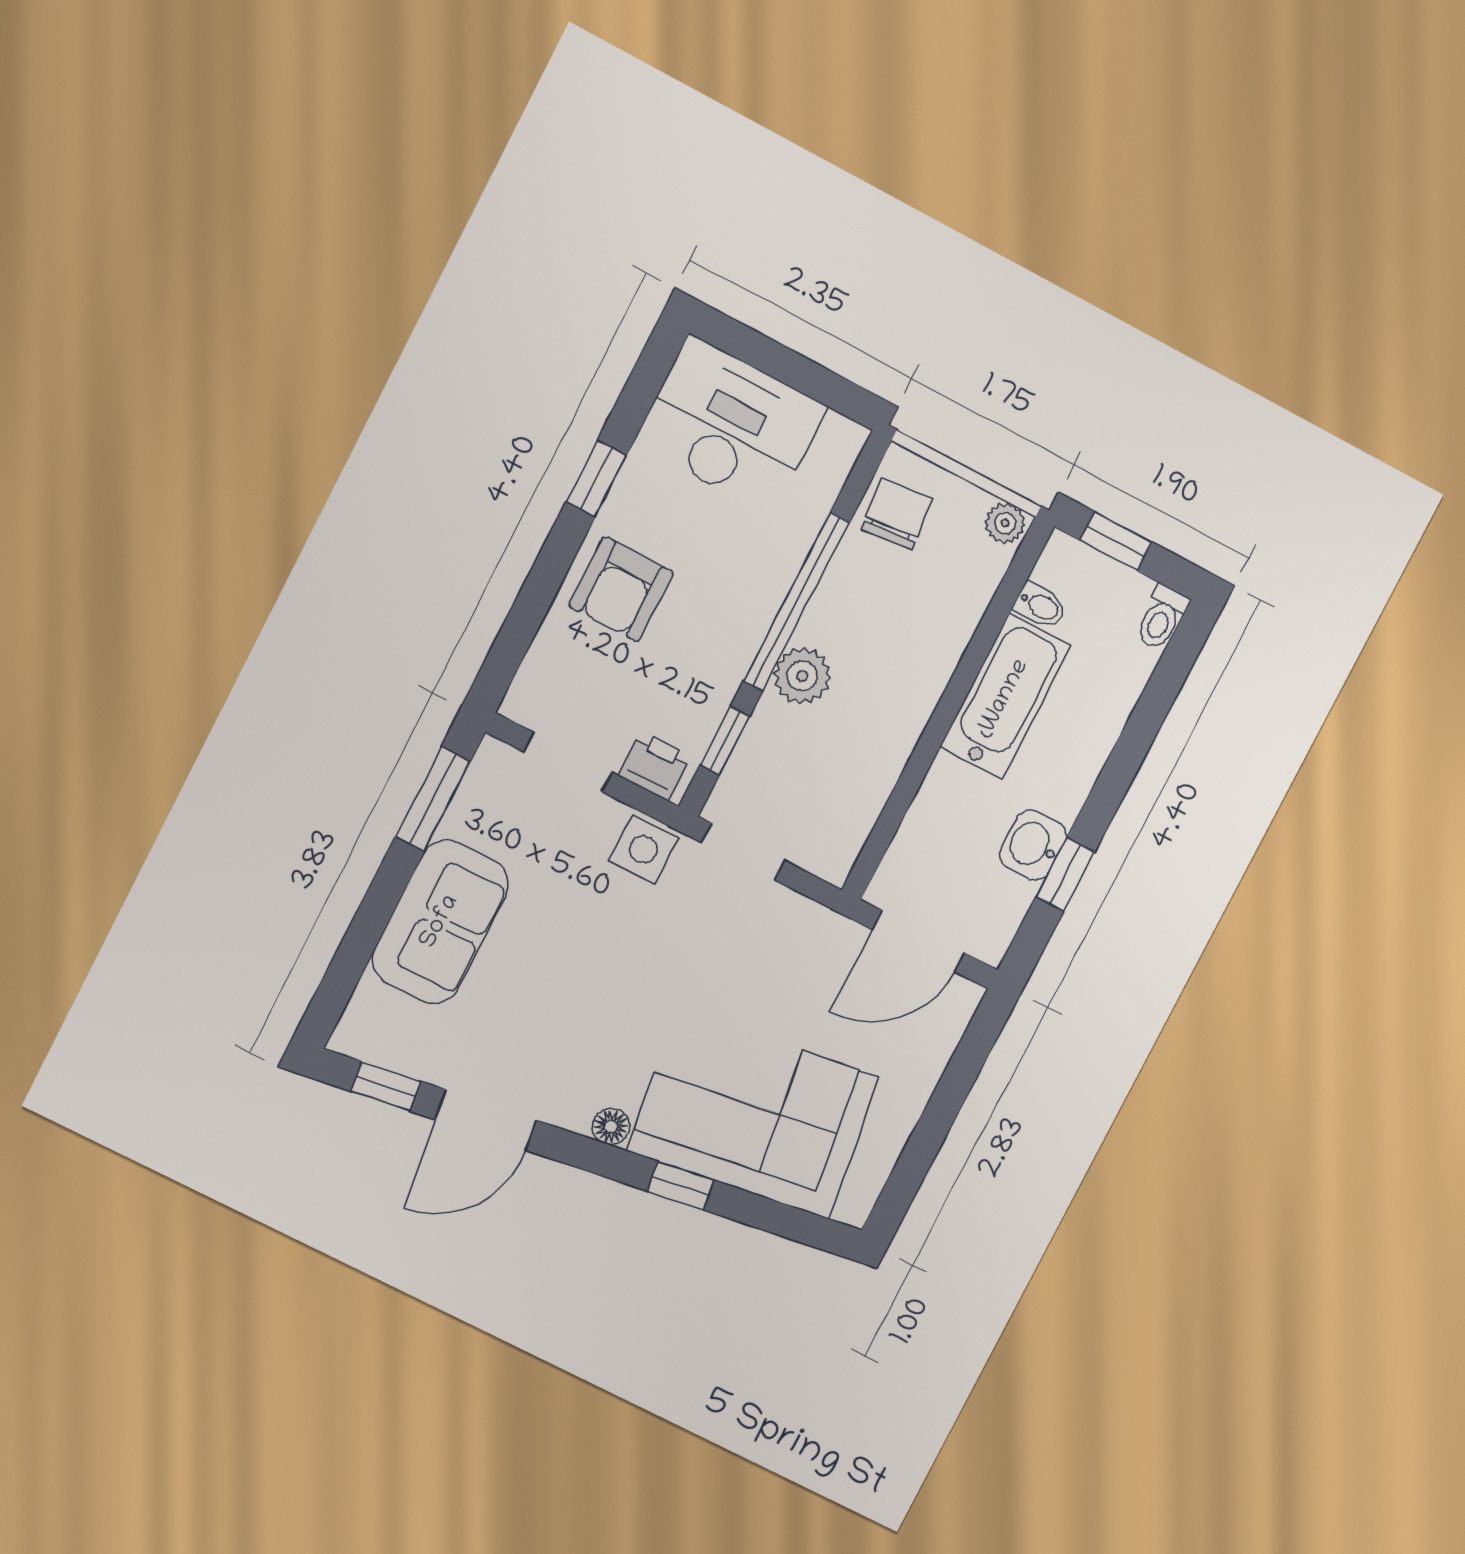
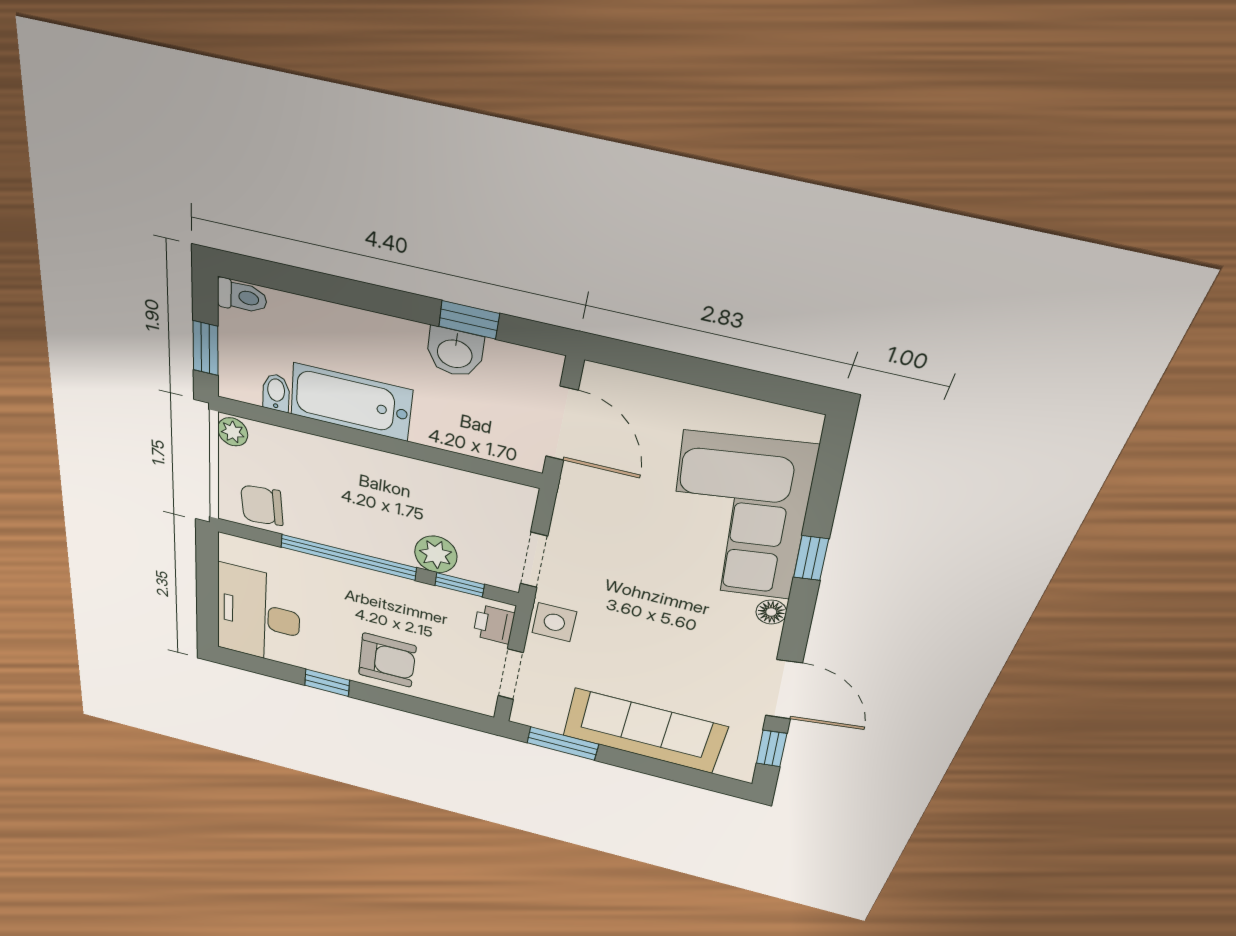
plant: (802, 676) -> (436, 554), moved
sofa: (440, 922) -> (644, 731), width x1.36

